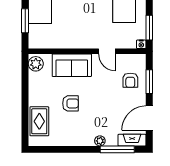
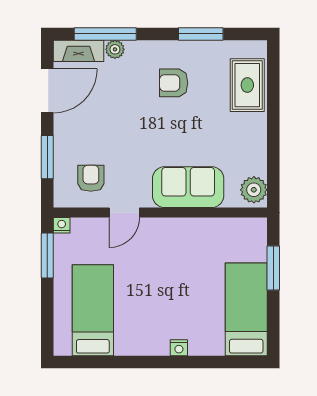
door: (107, 51) -> (124, 213), swing flipped
armchair: (130, 80) -> (91, 178), moved
armchair: (70, 103) -> (174, 83), moved
plant: (100, 141) -> (115, 49), moved
window: (65, 149) -> (201, 34), added

